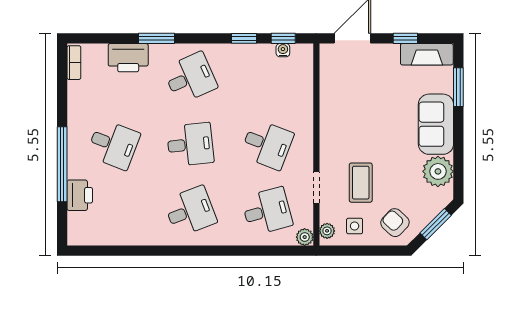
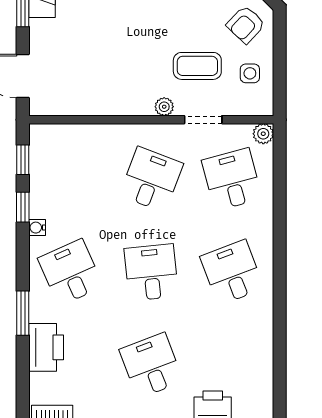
water cooler: (283, 50) -> (37, 228), moved
desk: (113, 145) -> (151, 365), turned -42
plant: (327, 231) -> (164, 107), moved

